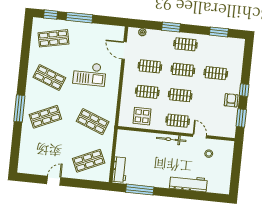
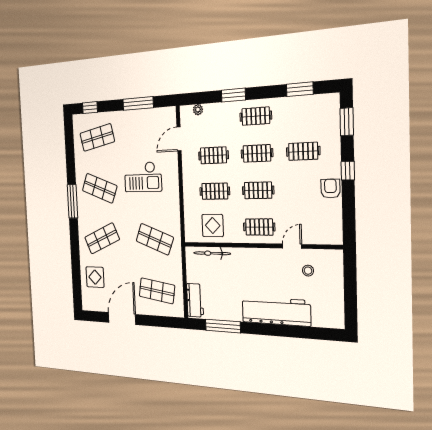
window: (79, 18) -> (138, 103), moved
door: (124, 51) -> (179, 139), hinge flipped
window: (19, 108) -> (72, 201), moved
window: (241, 118) -> (347, 122), moved
door: (200, 136) -> (292, 246), hinge flipped
bicycle: (171, 139) -> (212, 253), moved
display table: (34, 147) -> (95, 277), added
shop shelf: (89, 161) -> (157, 291), turned 33
door: (54, 181) -> (122, 318), width x1.88
workbench: (188, 183) -> (276, 311), width x1.36, depth x1.32

